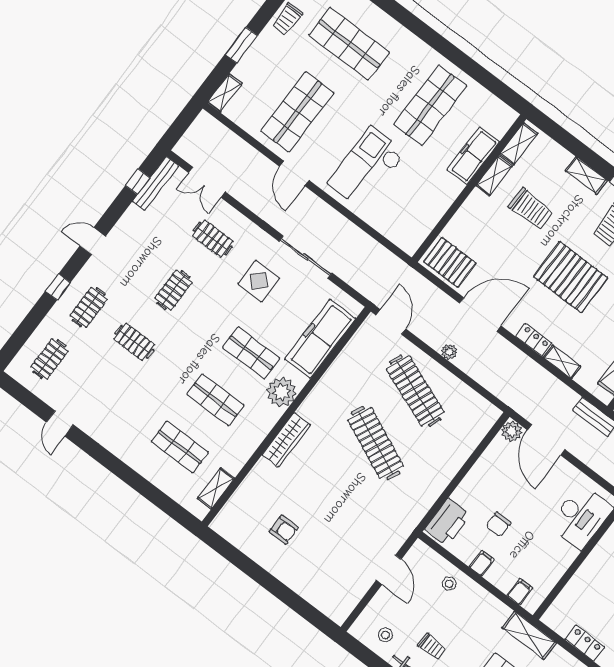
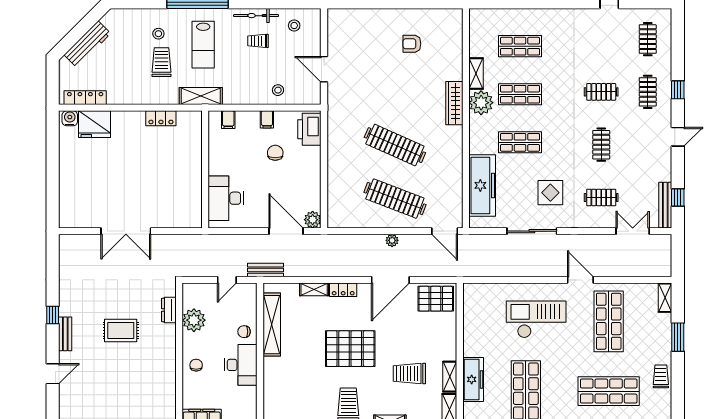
checkout: (367, 168) -> (536, 319), turned -90
plant: (282, 392) -> (481, 103), moved
shelving: (216, 488) -> (476, 73), moved

